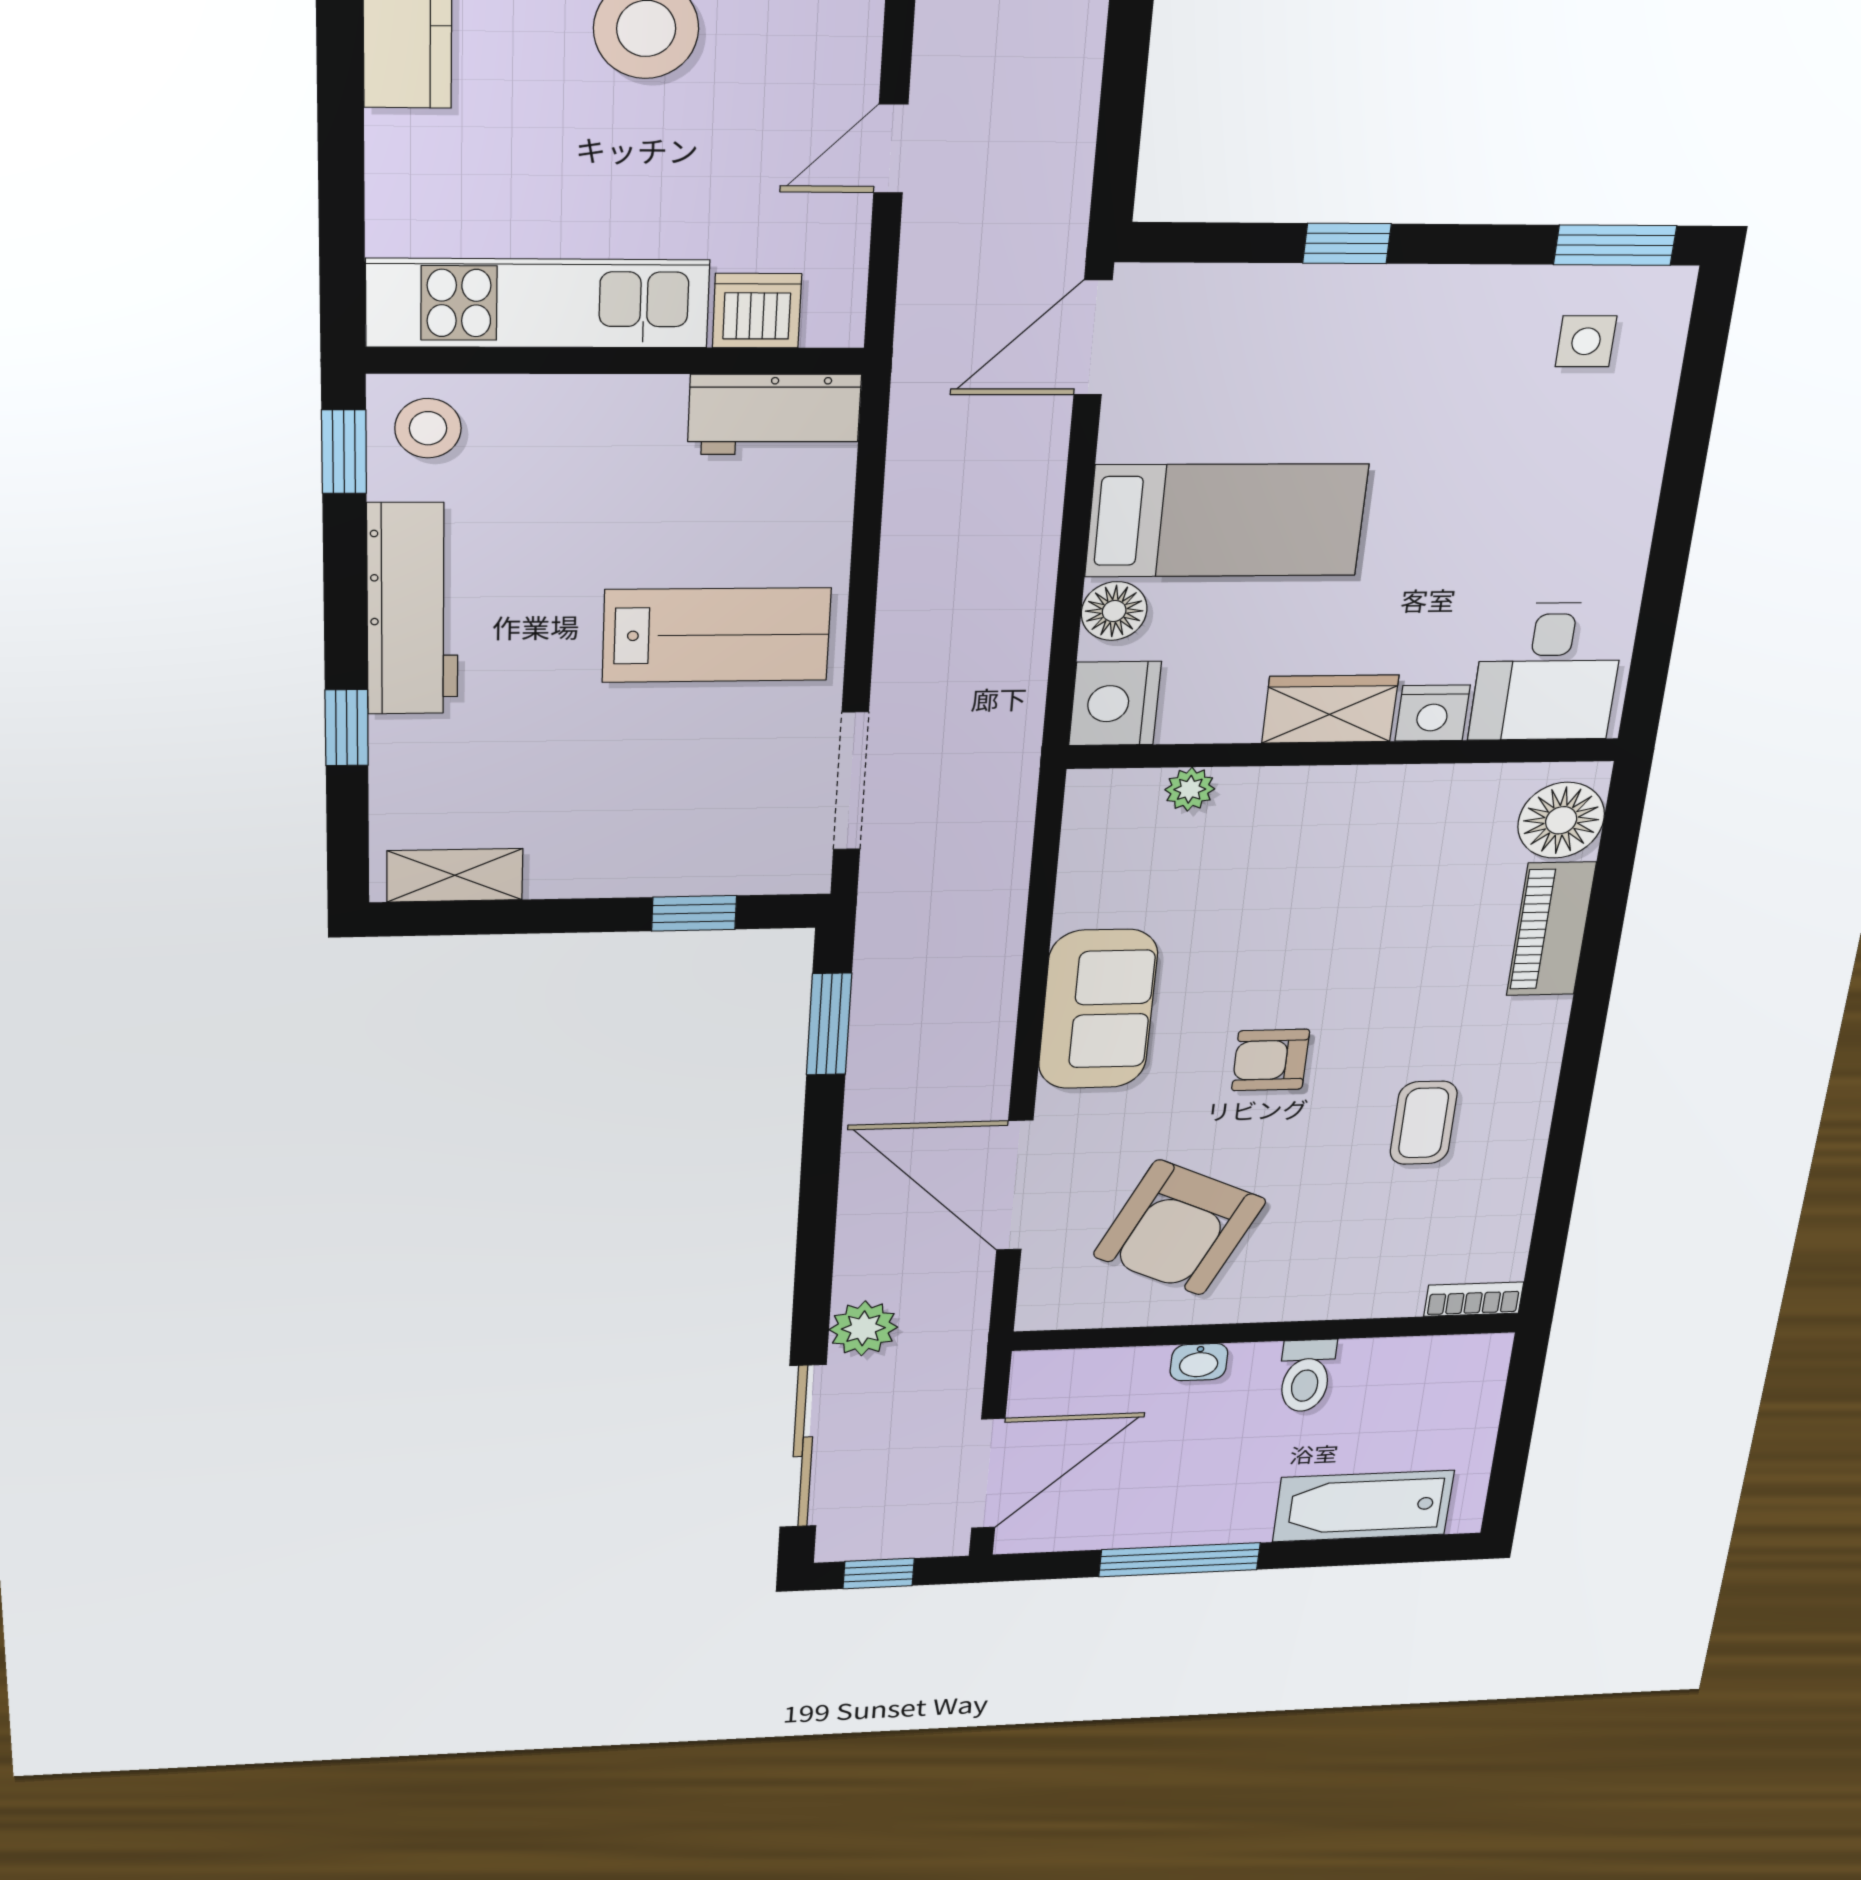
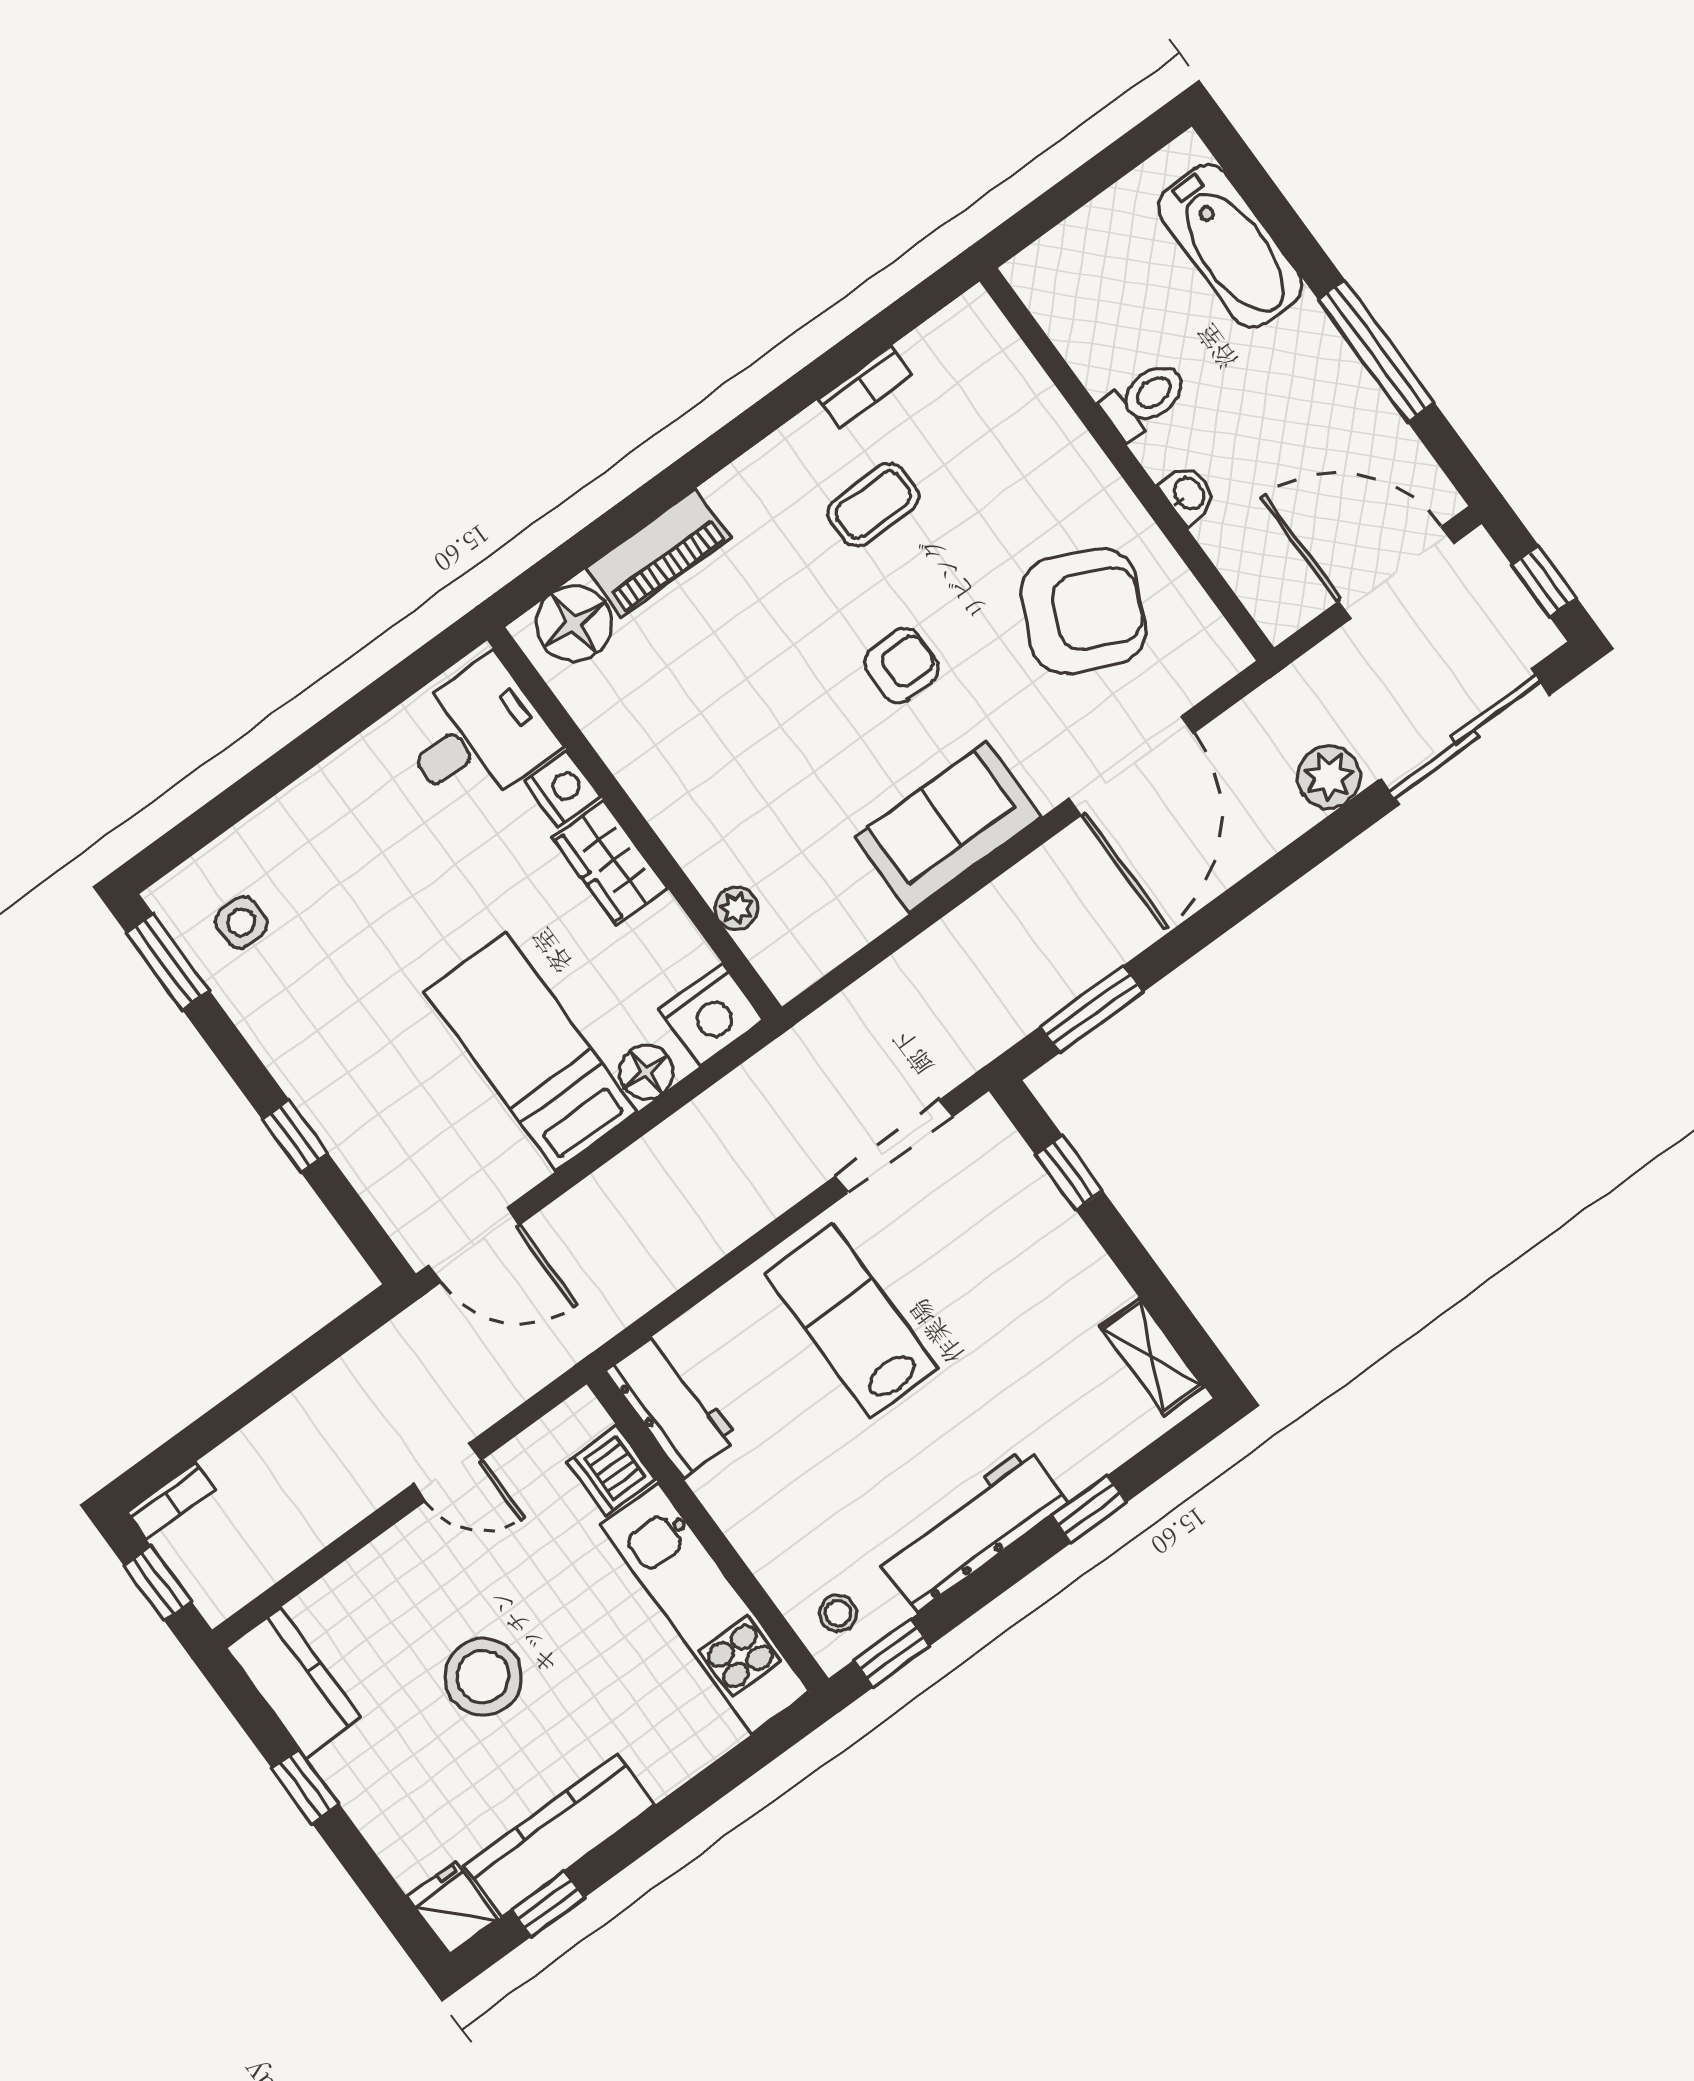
stool: (428, 428) -> (838, 1613), width x0.73, depth x0.73
armchair: (1271, 1060) -> (901, 666), turned -90
bookcase: (1474, 1299) -> (865, 387), moved, turned -90

